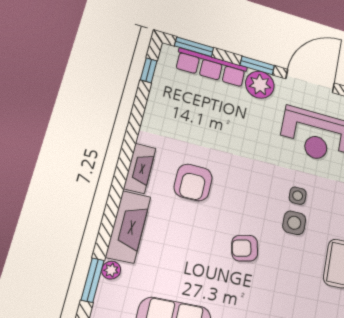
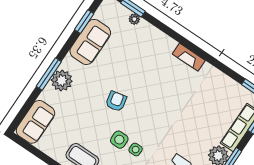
armchair: (193, 182) -> (168, 86), removed
fireplace: (128, 227) -> (156, 38), removed

